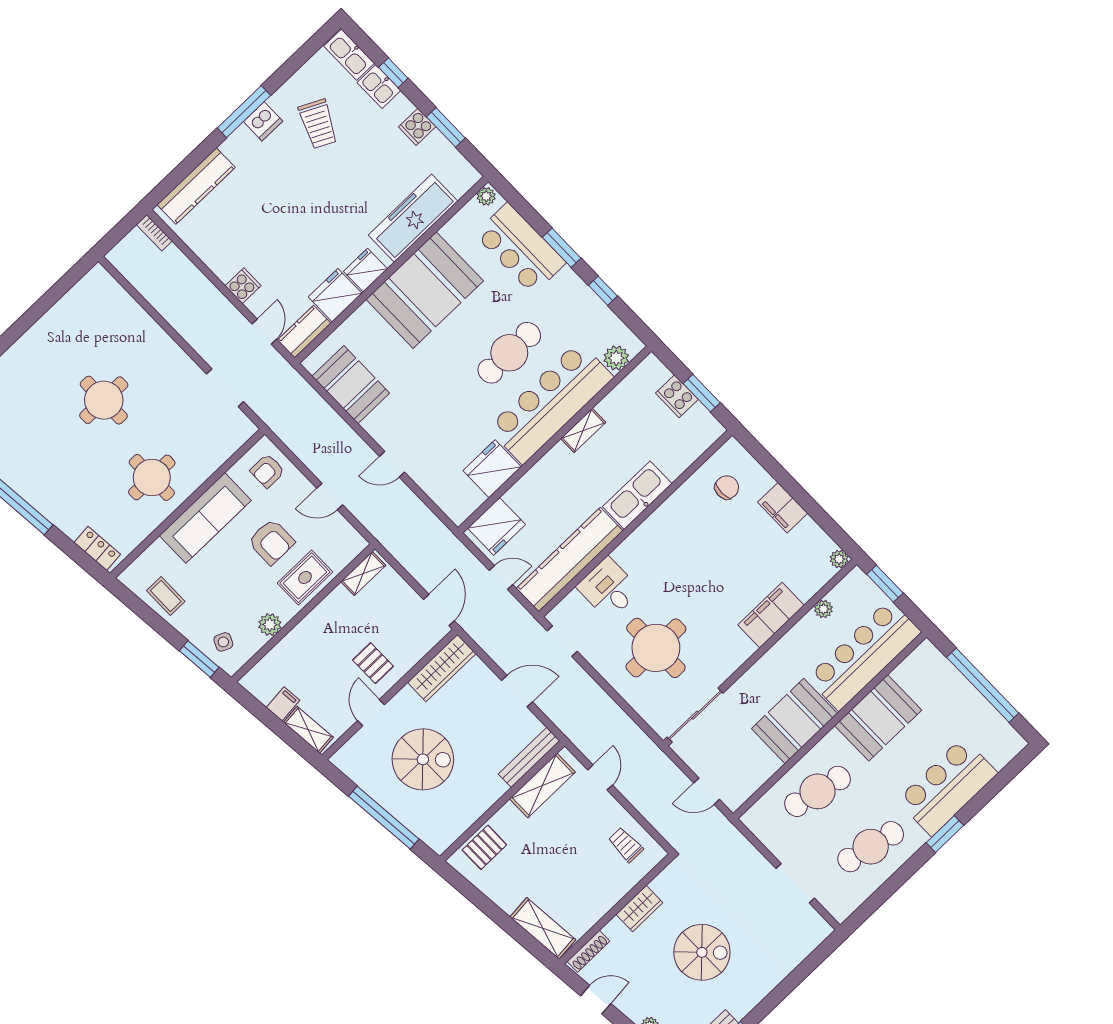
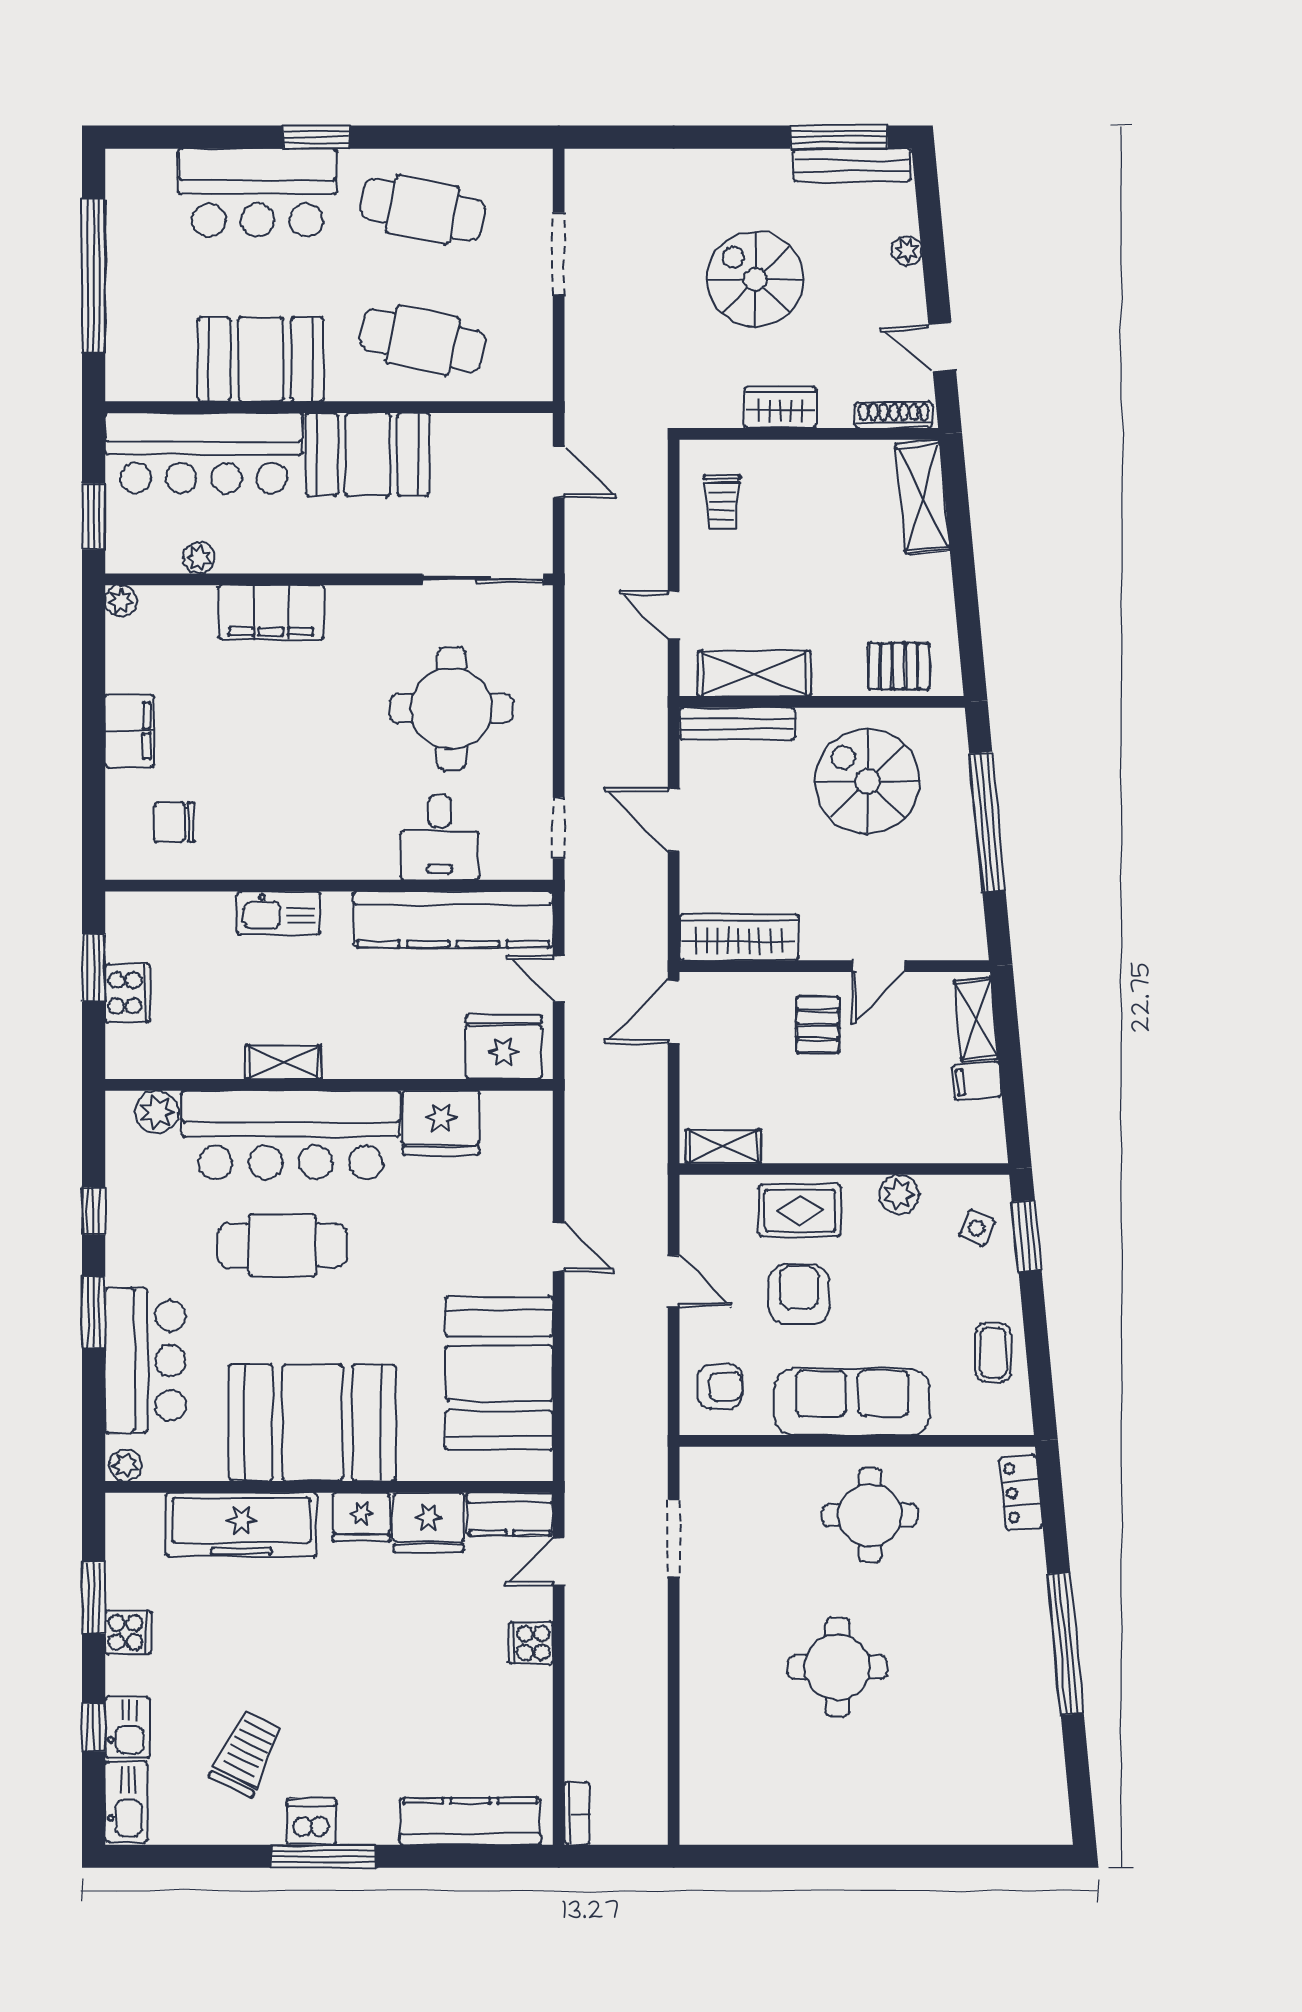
booth: (351, 385) -> (499, 1373), width x1.36, depth x1.42
kitchen sink: (637, 495) -> (279, 913), width x0.73, depth x0.81
spiral stairs: (423, 759) -> (867, 781), moved
door: (600, 777) -> (674, 615), hinge flipped

